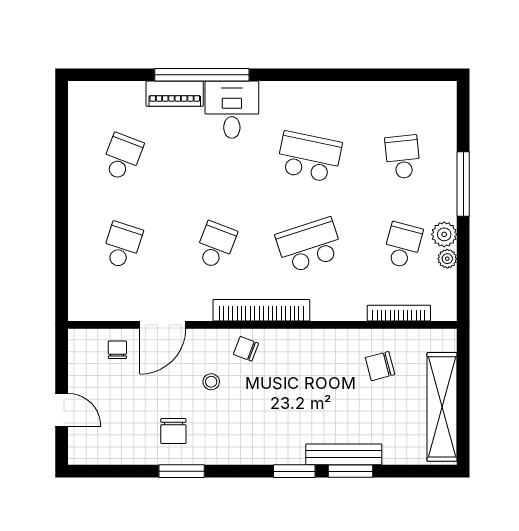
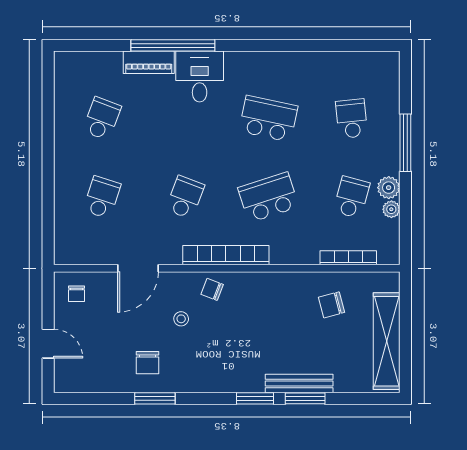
chair: (117, 350) -> (76, 294), moved, turned 180

